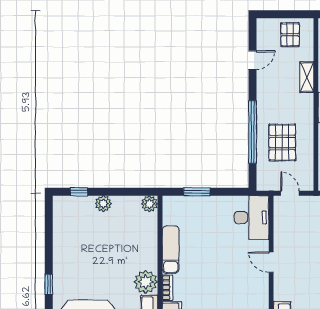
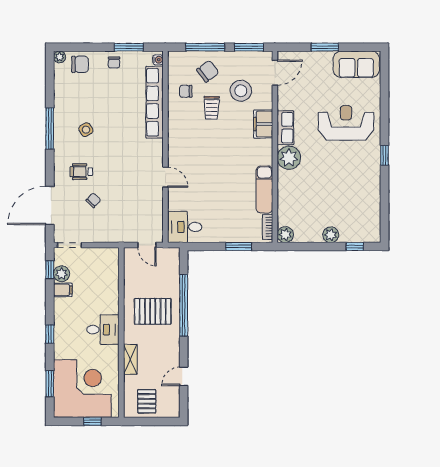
pallet: (282, 143) -> (153, 311), moved, turned 90
desk: (252, 218) -> (185, 227), width x0.73
bookcase: (167, 288) -> (268, 227), moved

